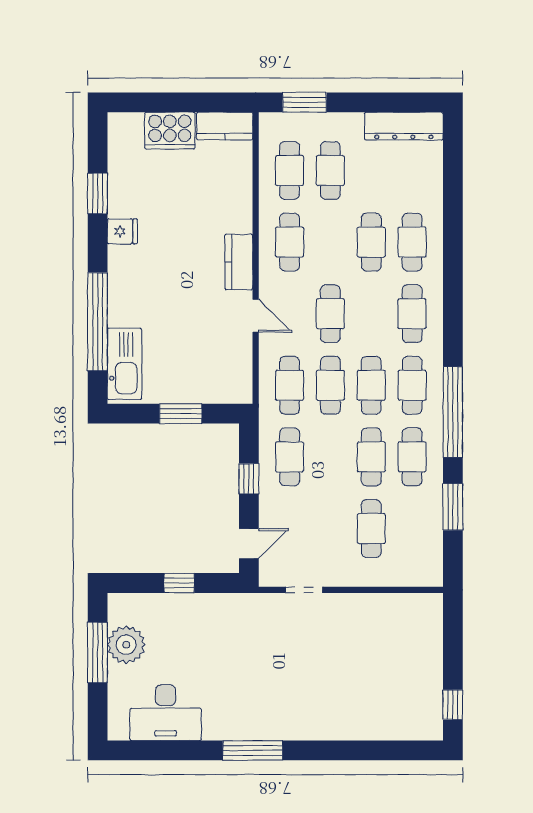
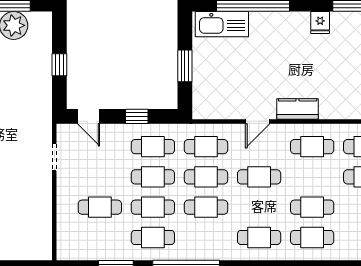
cafe table: (412, 385) -> (153, 177), moved

